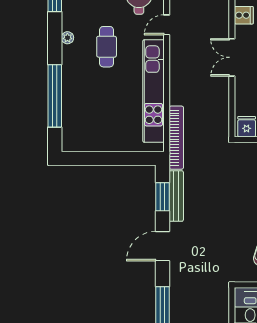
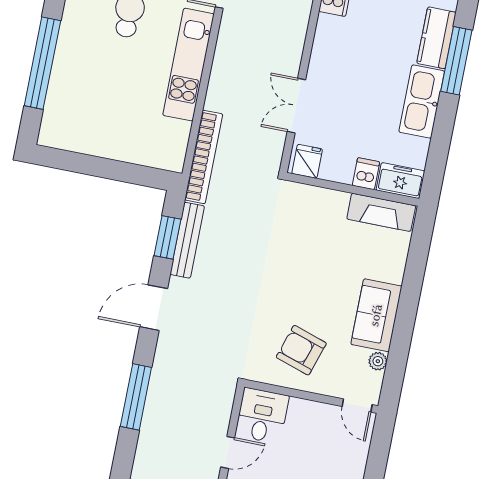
double door: (232, 57) -> (296, 106), moved
kitchen unit: (153, 91) -> (188, 65), width x0.73

